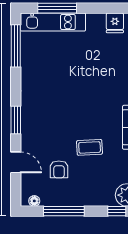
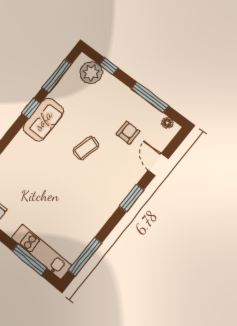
coffee table: (90, 147) -> (86, 148), moved, turned -73

